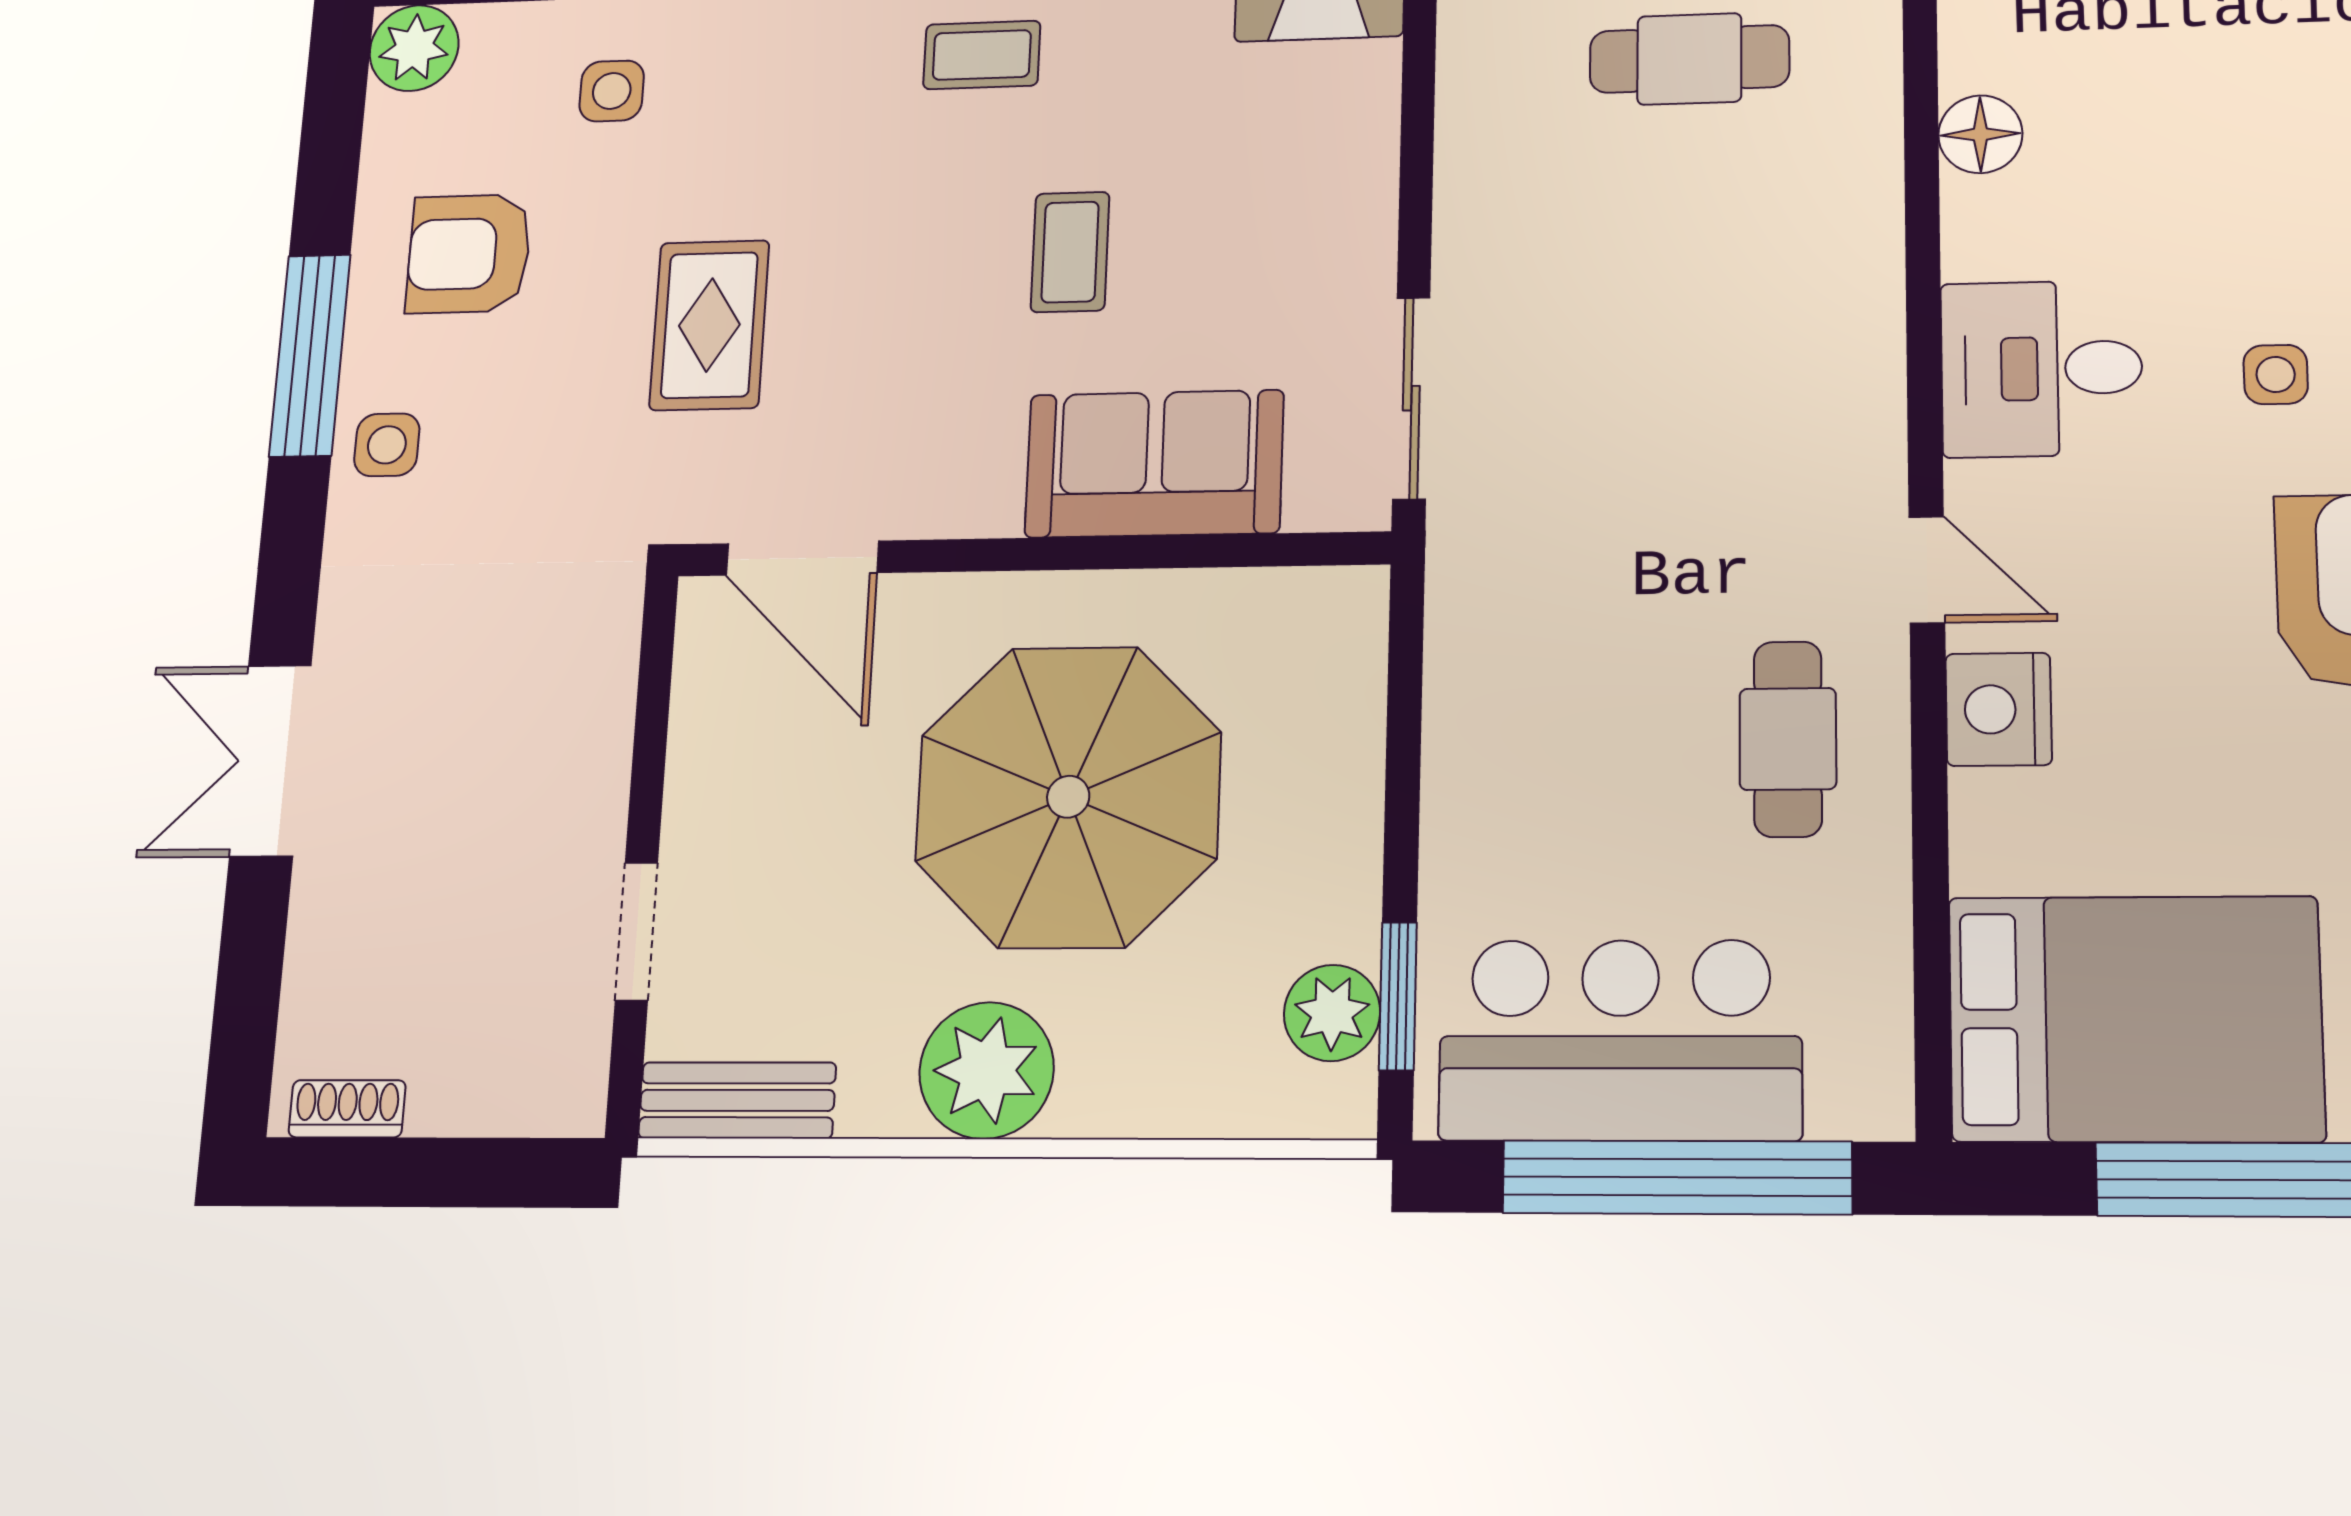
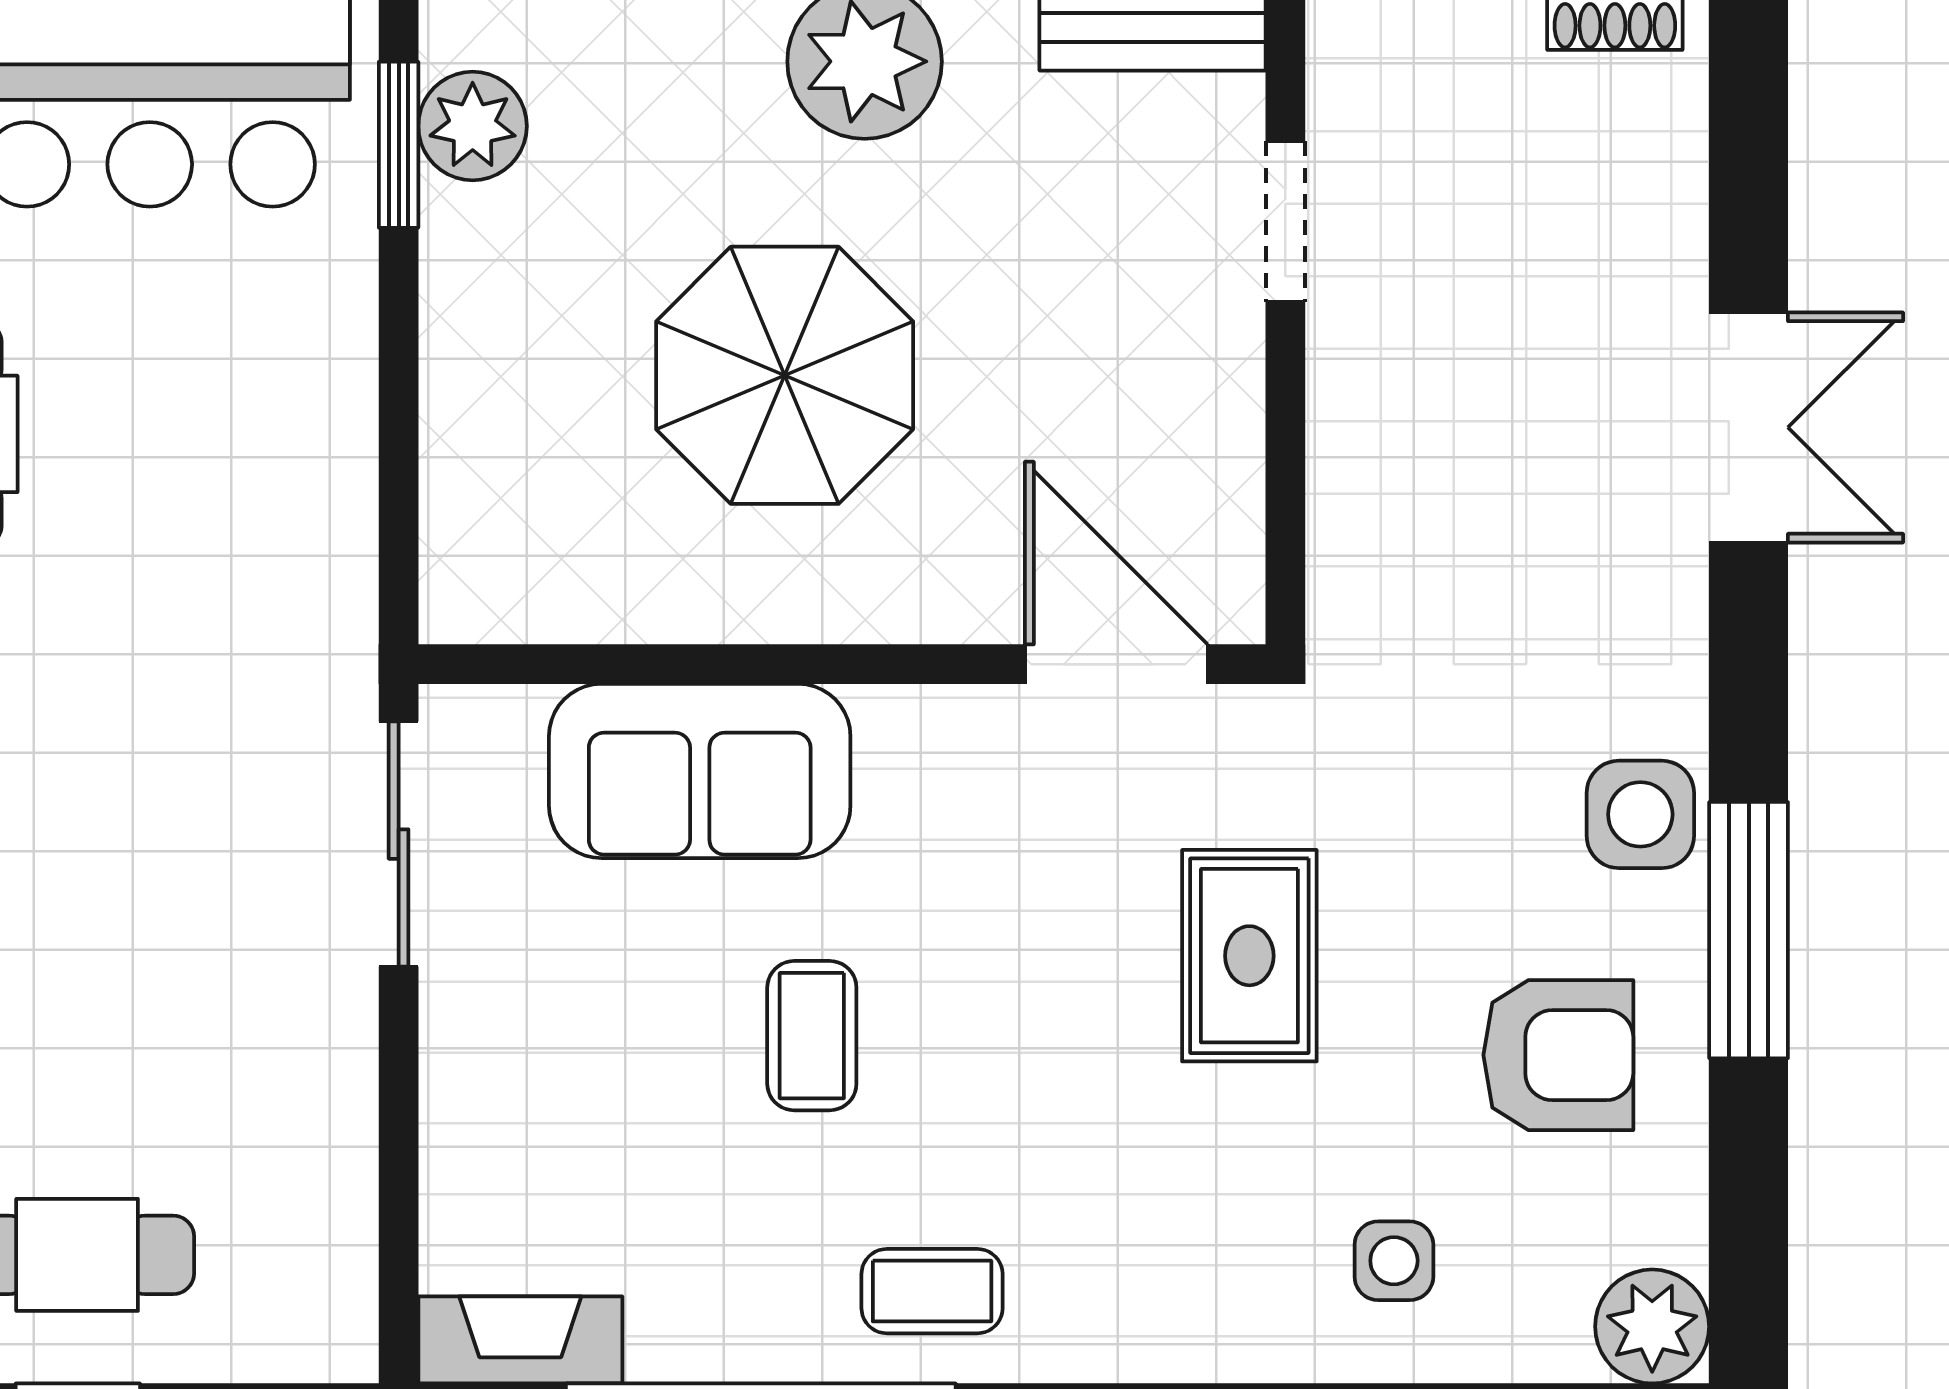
side table: (387, 445) -> (1640, 814), width x1.37, depth x1.37
parasol: (1068, 797) -> (785, 375), width x0.73, depth x0.73

